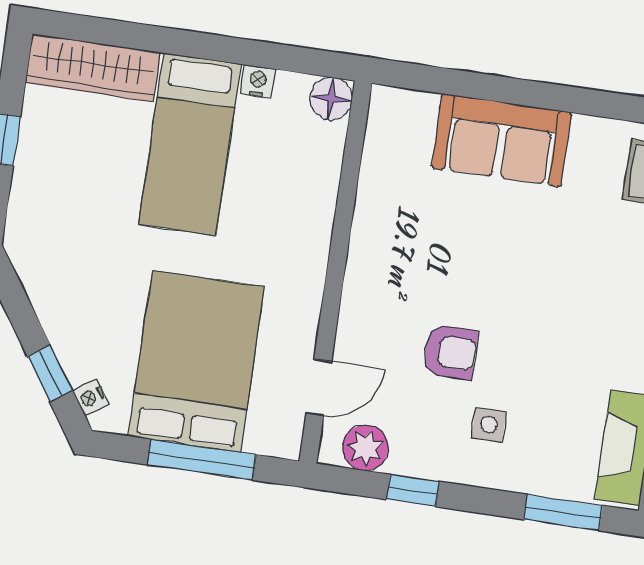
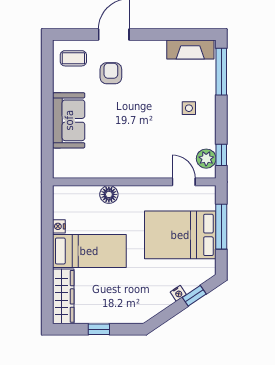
floor lamp: (331, 99) -> (109, 194), moved
armchair: (450, 352) -> (111, 73), moved
nightstand: (91, 397) -> (178, 293), moved
window: (413, 491) -> (221, 155), moved
window: (563, 512) -> (221, 72), width x1.44

